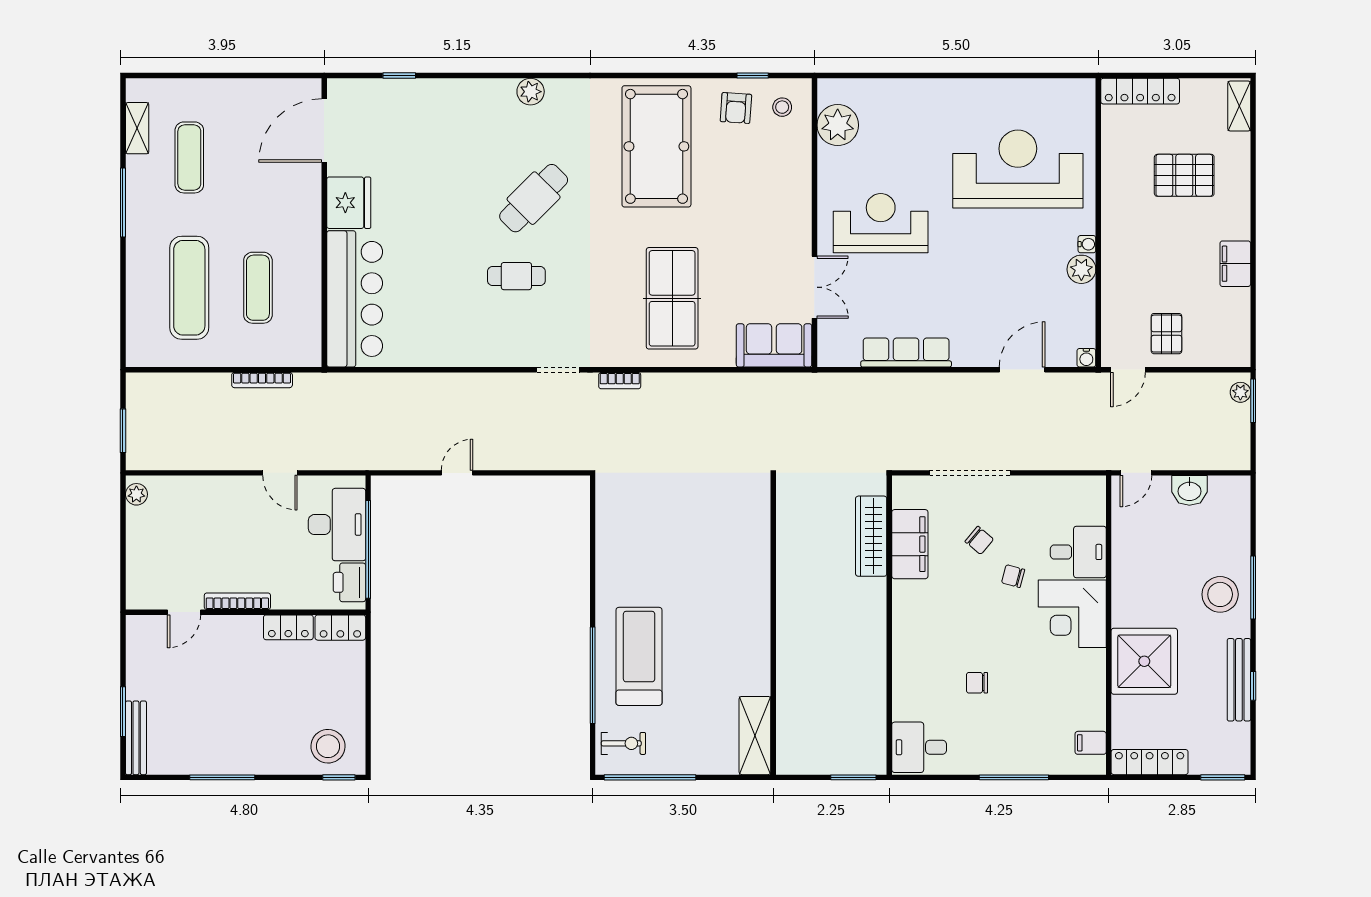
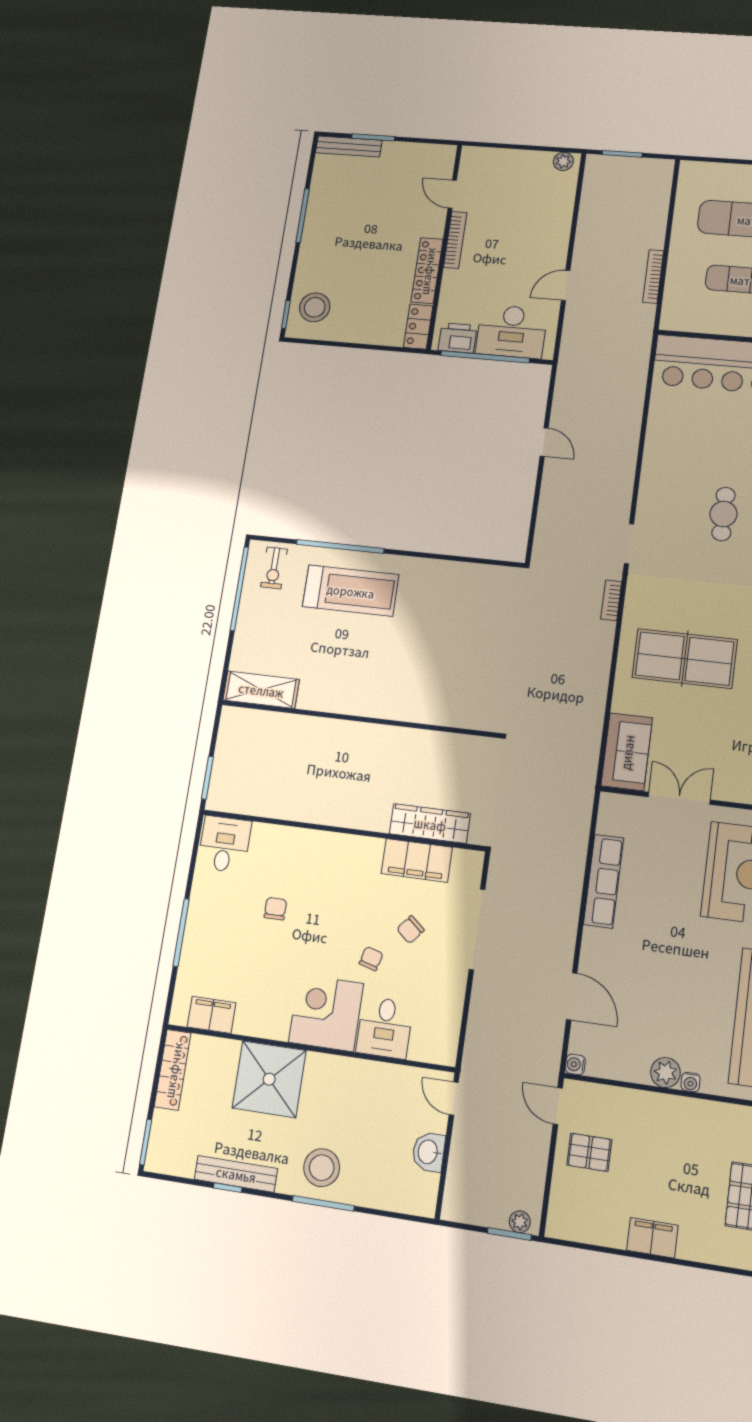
double door: (814, 287) -> (679, 798), swing flipped
locker: (288, 627) -> (427, 271), width x1.53
filing cabinet: (1091, 743) -> (211, 1015), width x2.00

